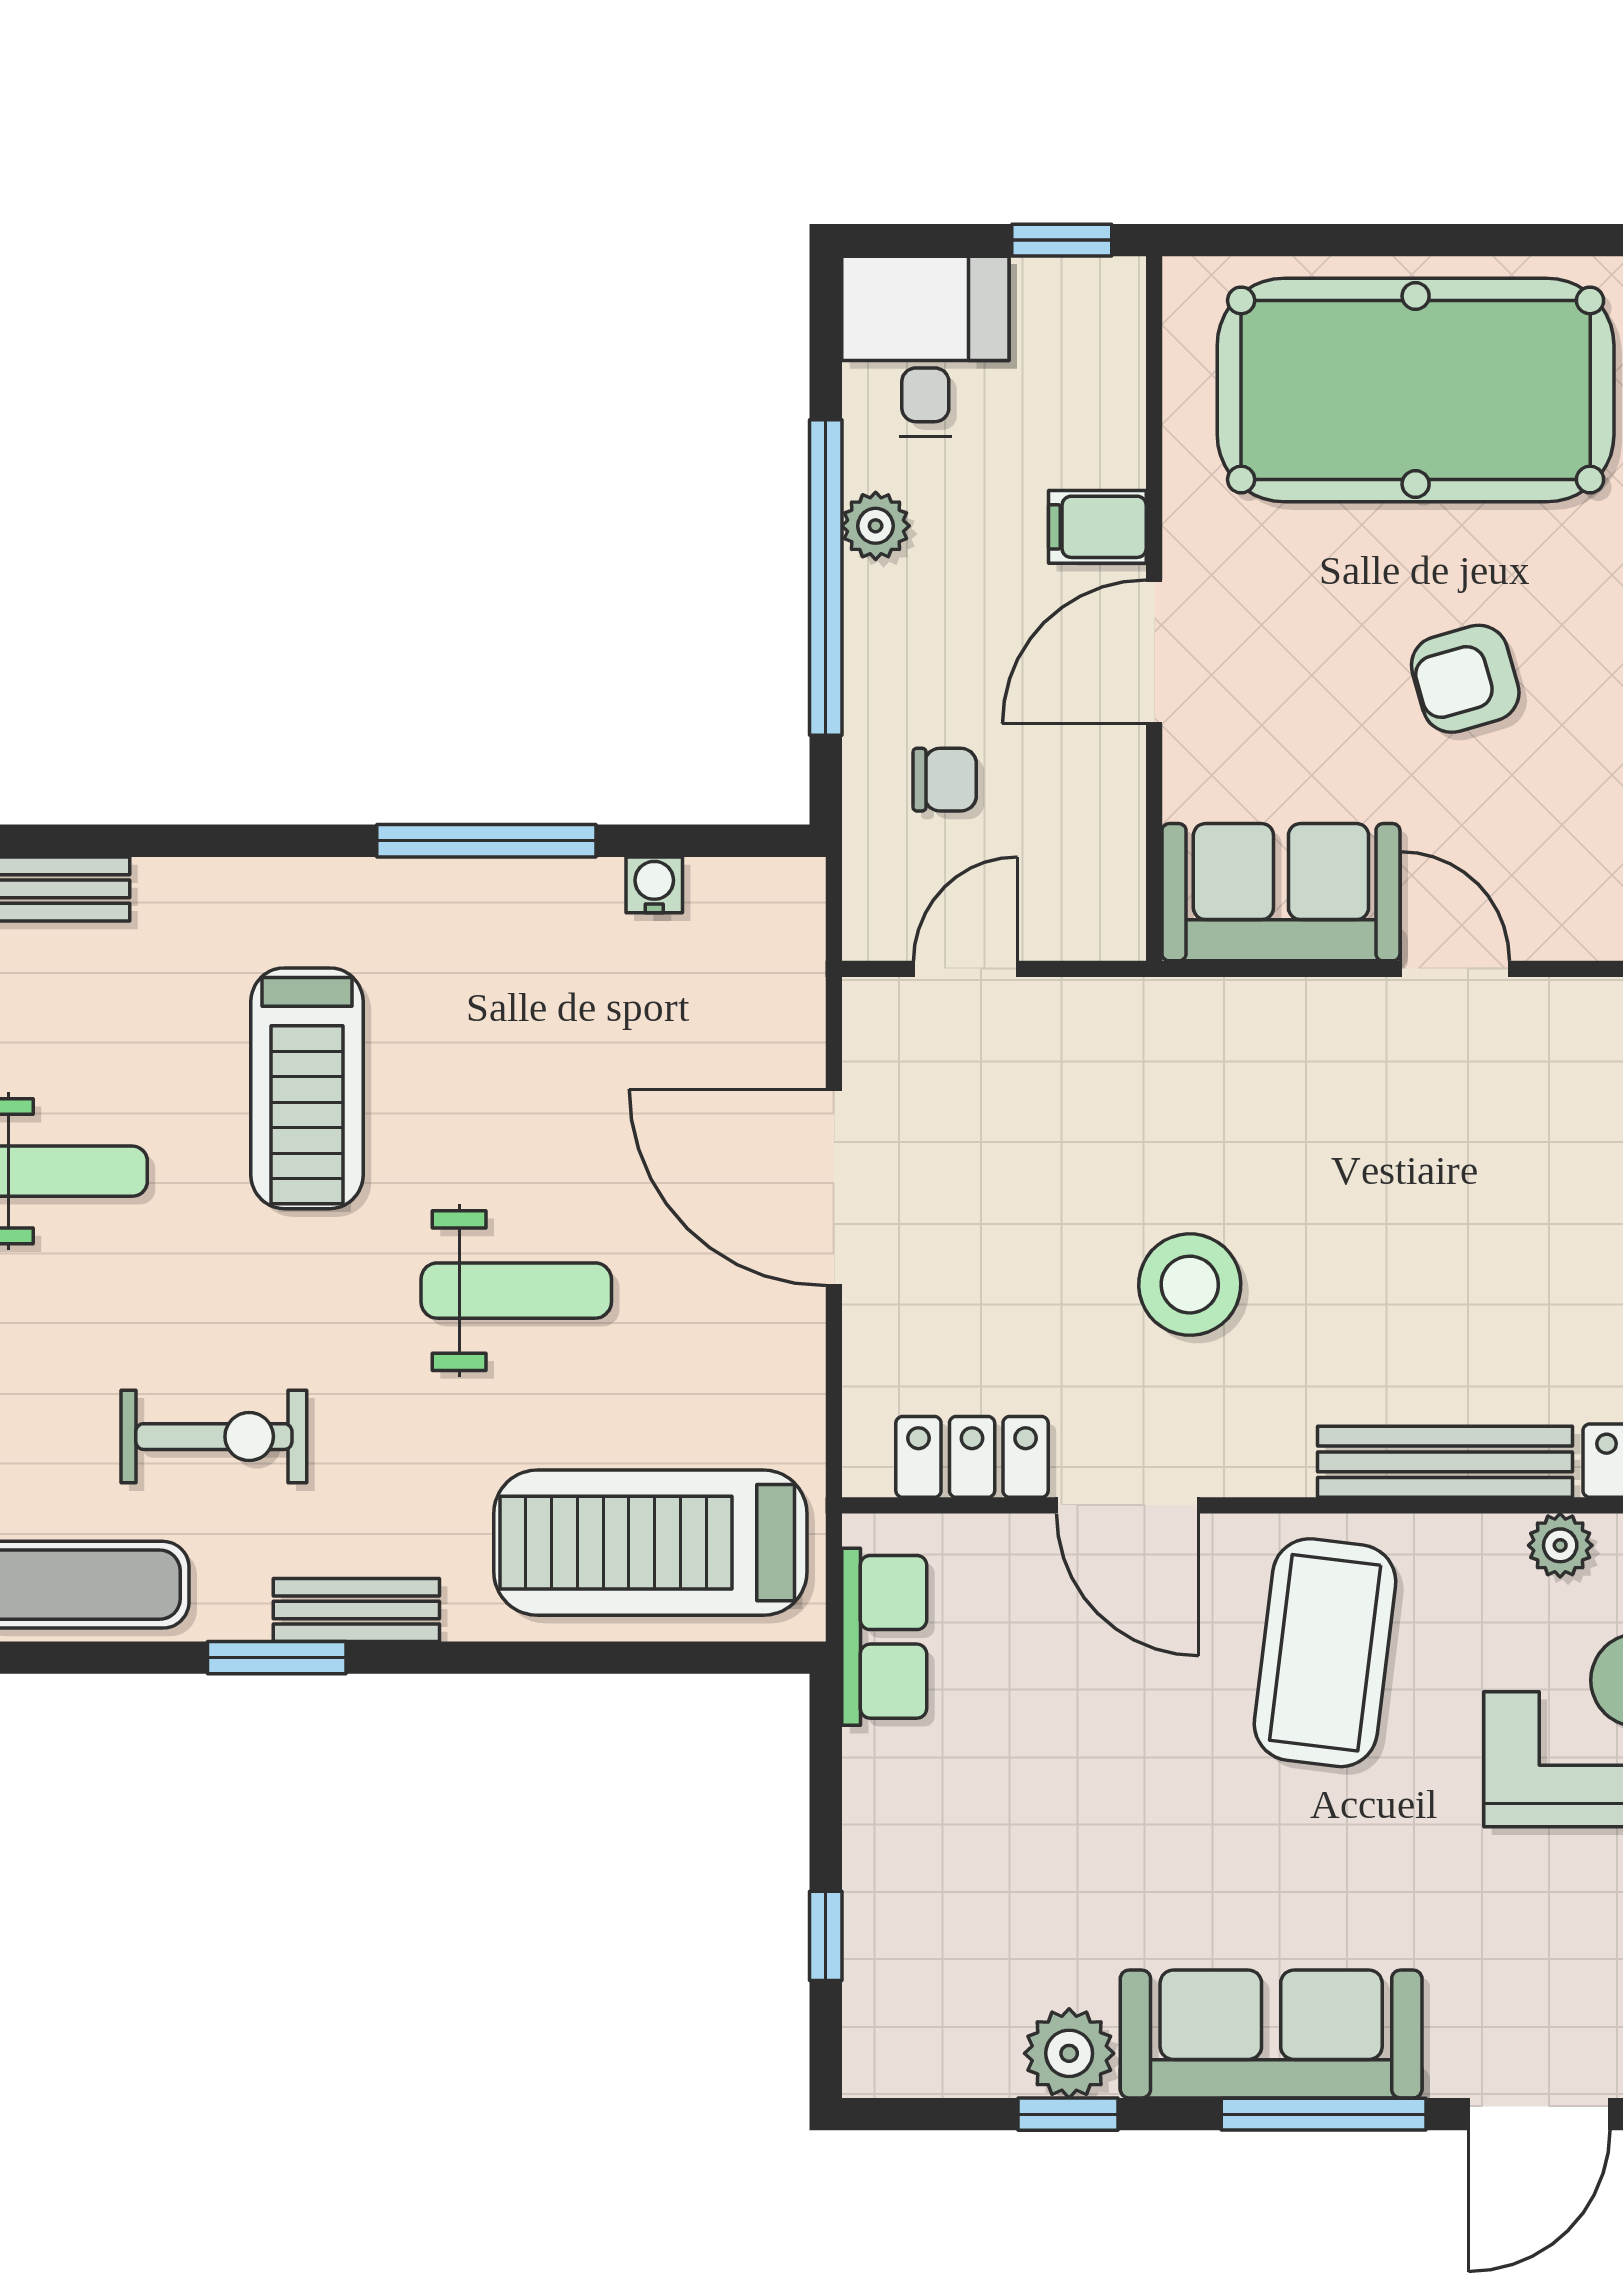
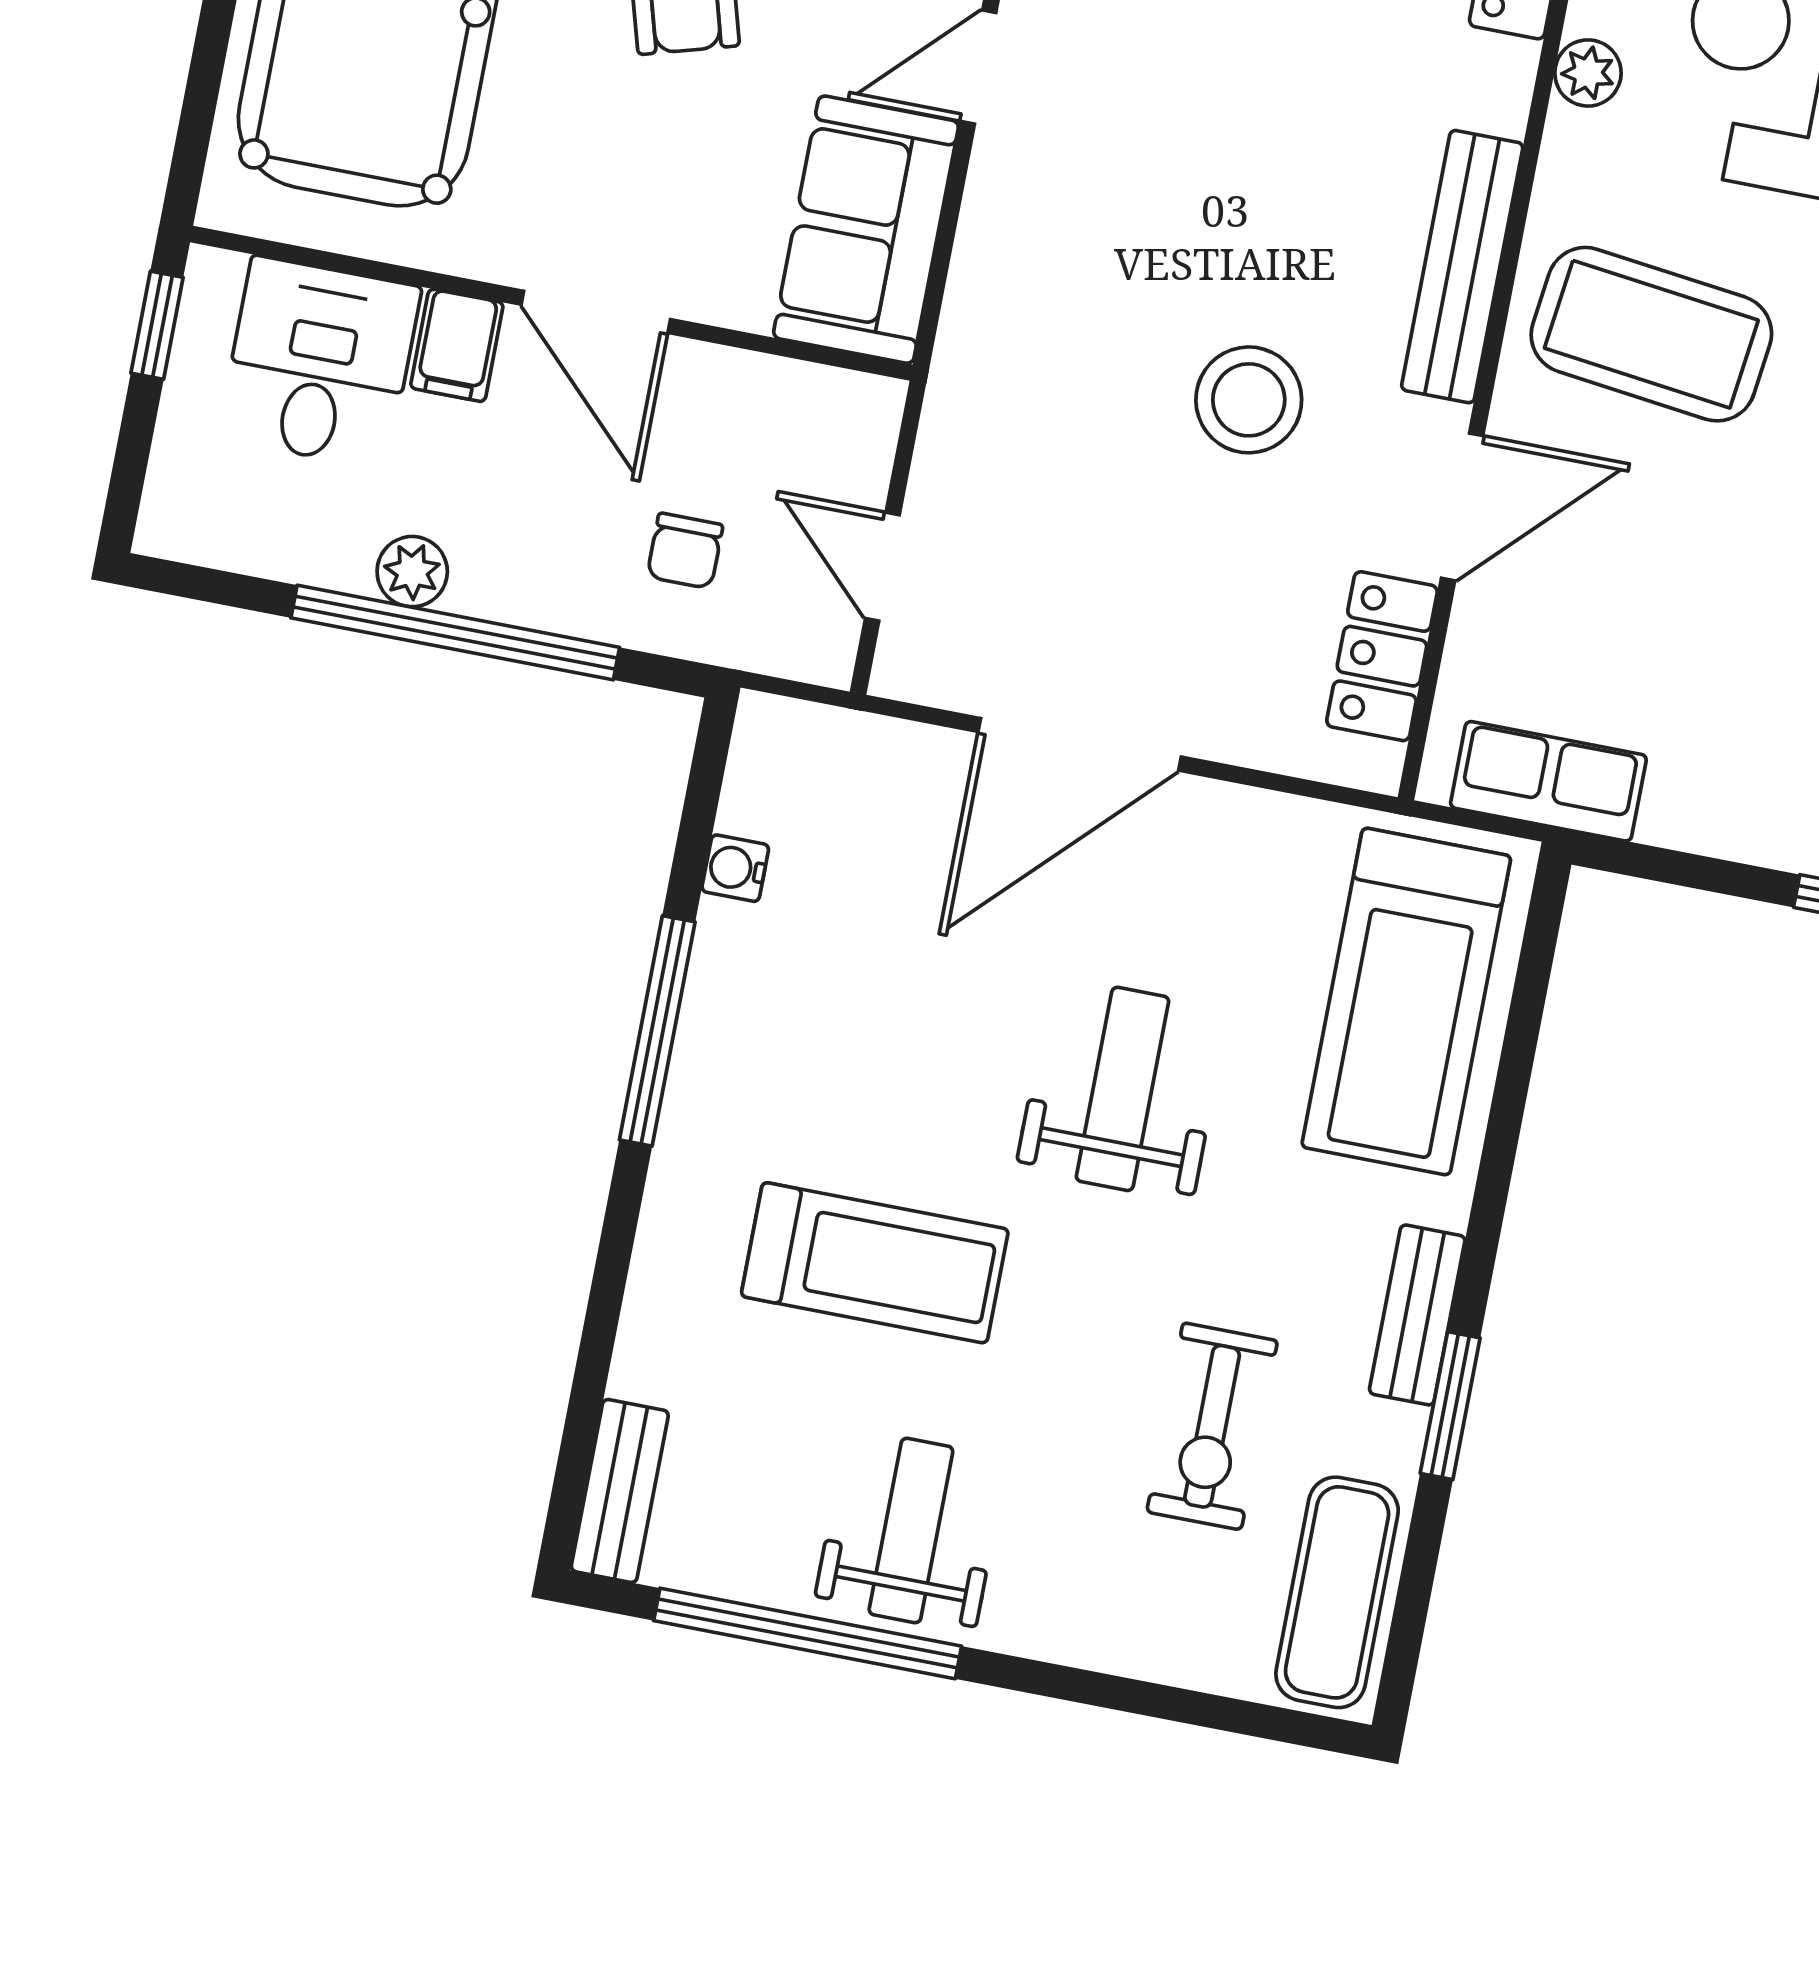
desk: (925, 346) -> (320, 363), moved, turned 90
chair: (945, 780) -> (685, 551), turned 180
exercise bike: (214, 1437) -> (1212, 1426), turned 180
bench: (1445, 1462) -> (1462, 267), moved

